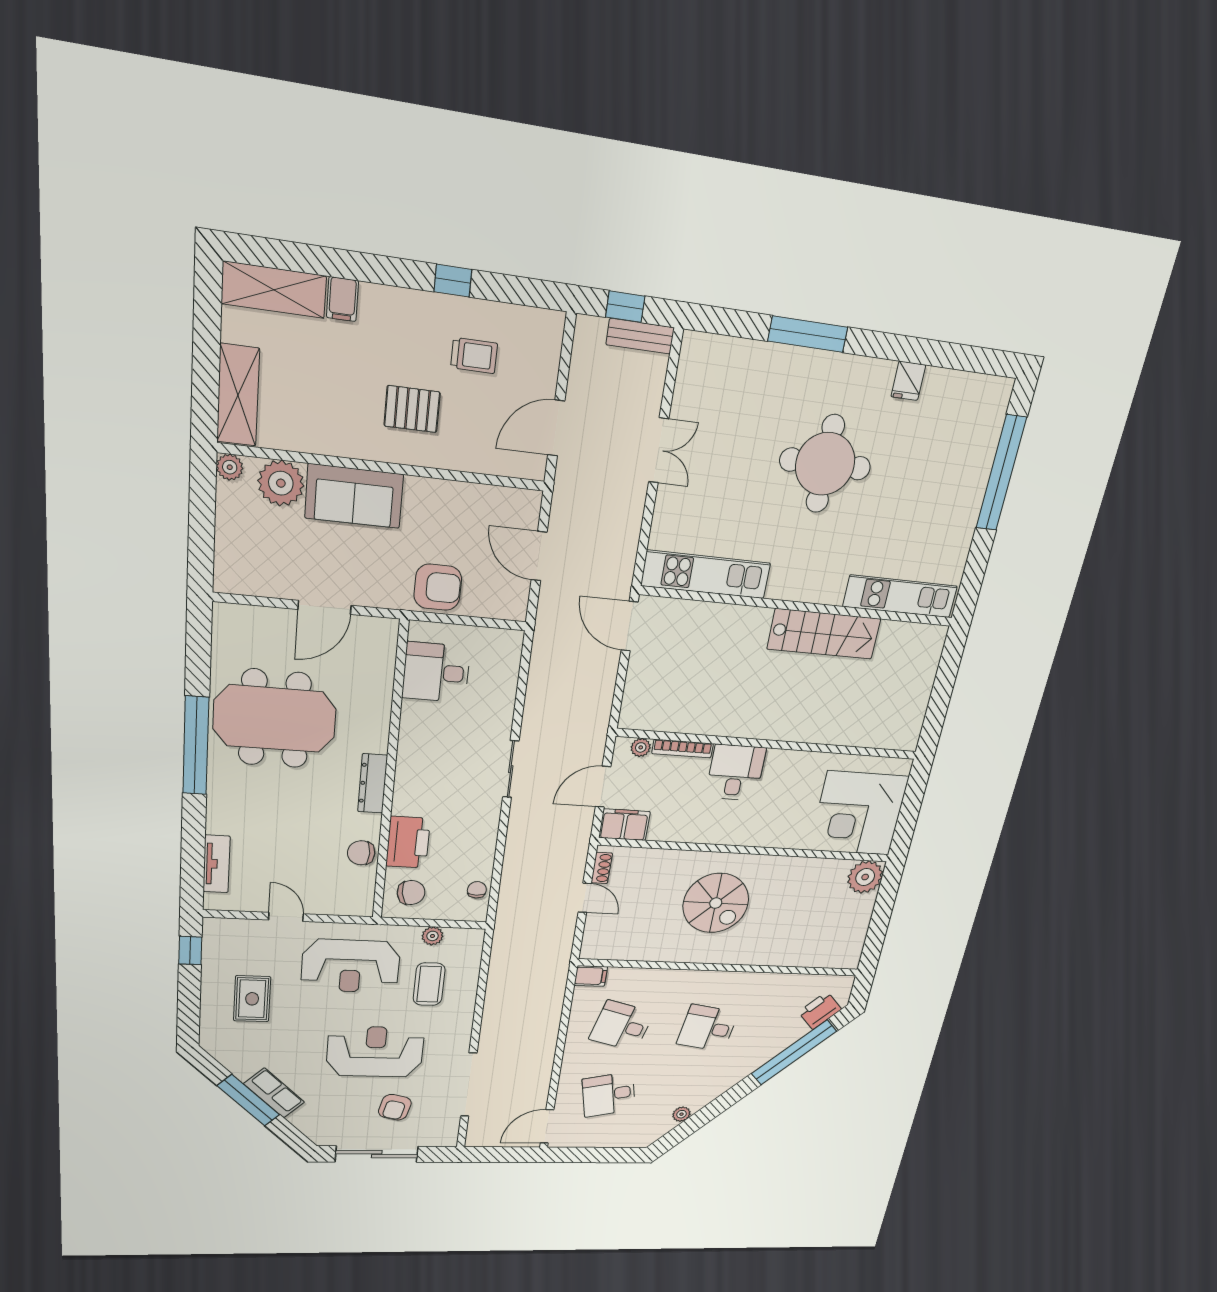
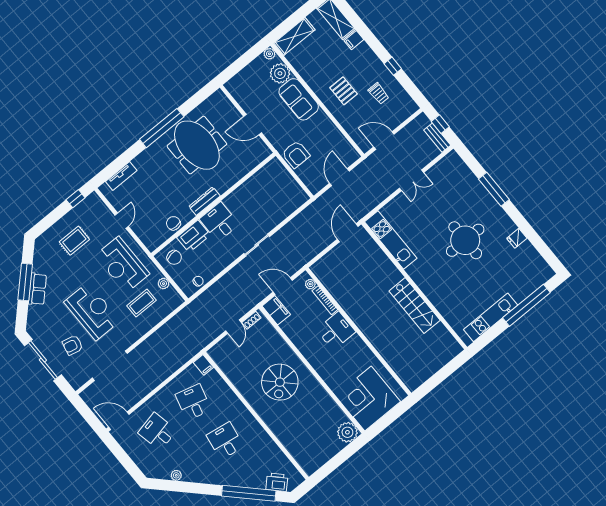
kitchen unit: (900, 596) -> (491, 317), moved, turned -90
desk: (436, 672) -> (219, 222), moved

